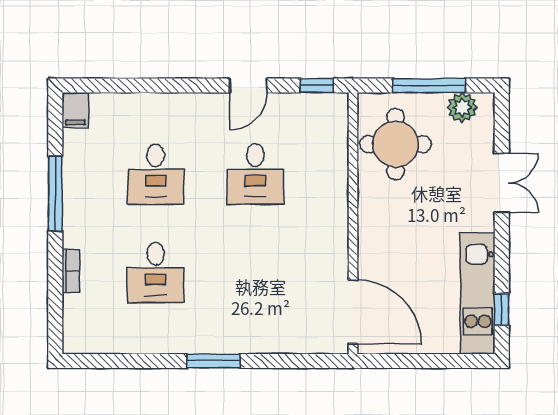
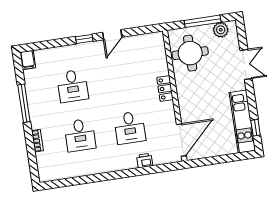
window: (317, 86) -> (84, 39), moved
desk: (255, 174) -> (130, 128), moved
locker: (336, 206) -> (165, 89), added
door: (353, 312) -> (181, 140), hinge flipped
printer: (275, 341) -> (145, 160), added
window: (213, 361) -> (115, 175), removed

